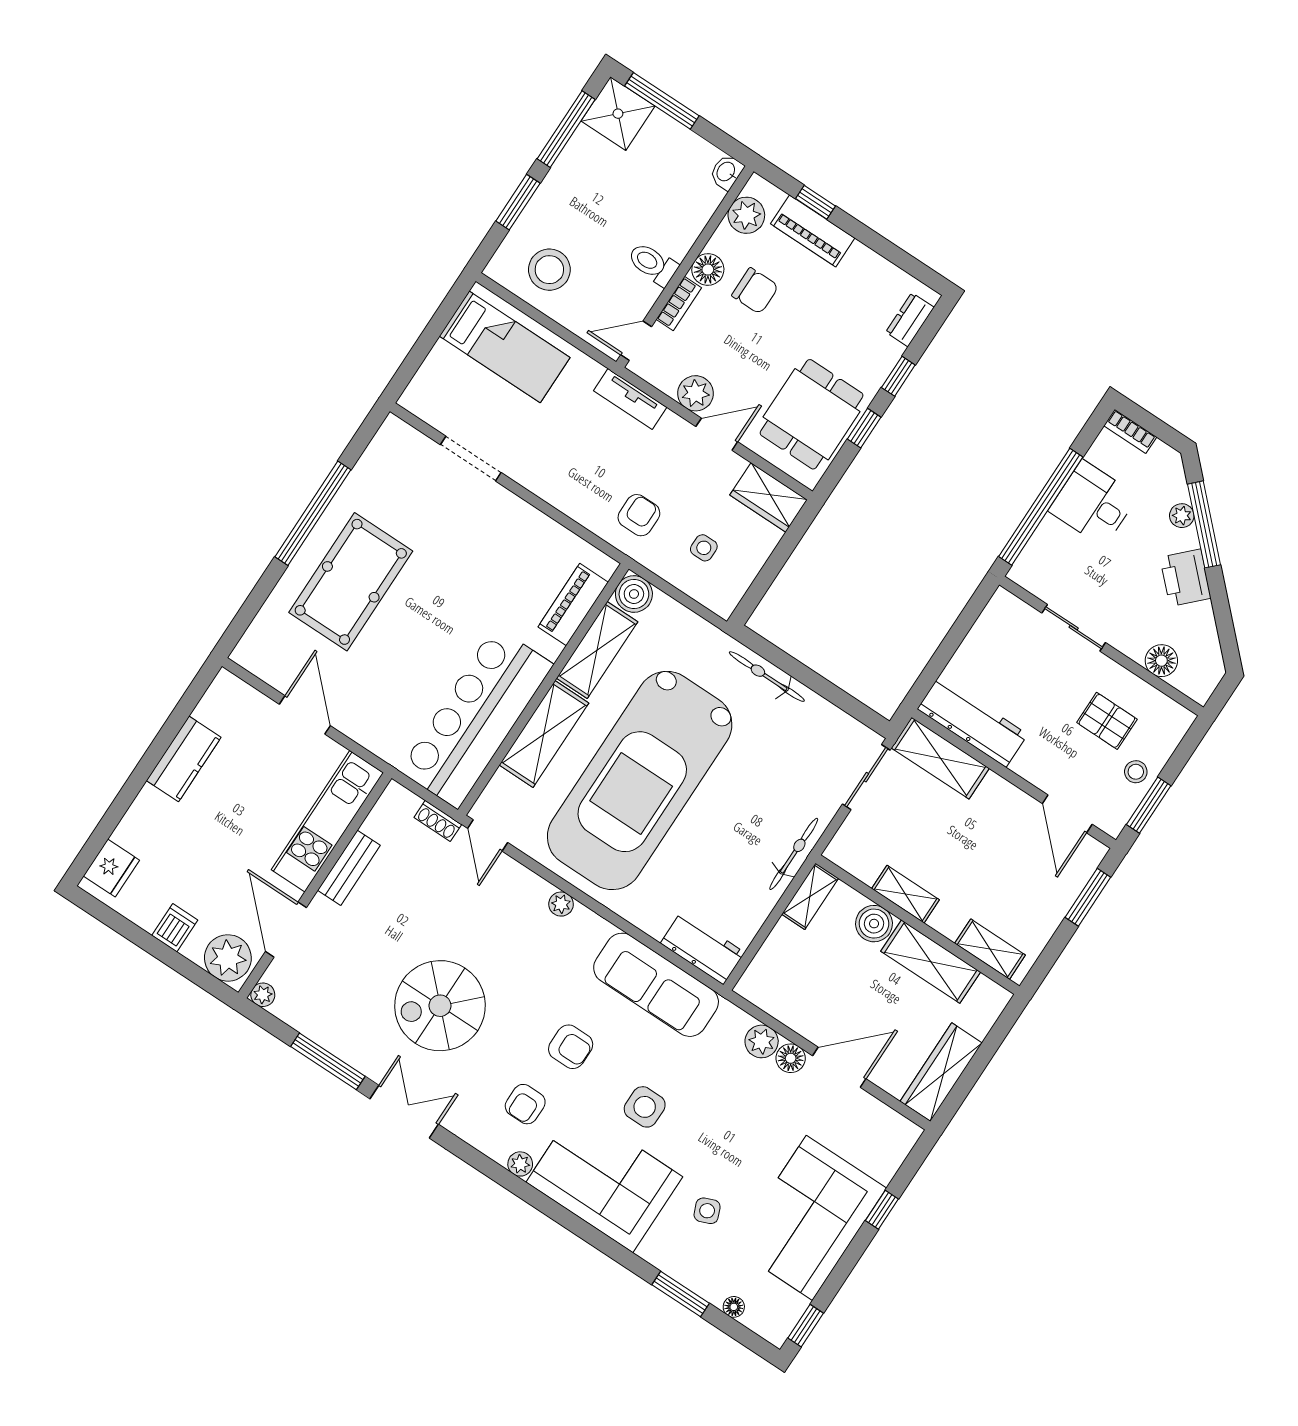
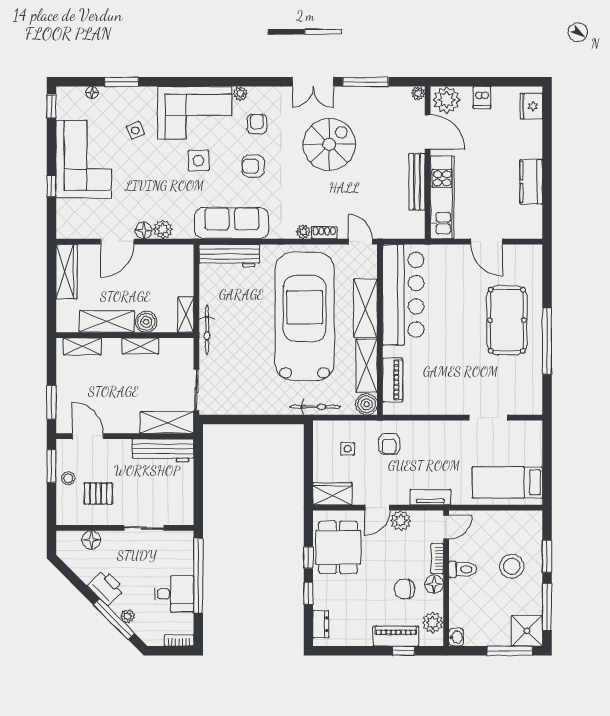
stool: (549, 270) -> (512, 566), moved
bicycle: (767, 677) -> (315, 407), moved
shoe rack: (438, 821) -> (324, 233), moved
bench: (349, 868) -> (417, 182), width x1.36
workbench: (703, 948) -> (229, 256), width x1.38

